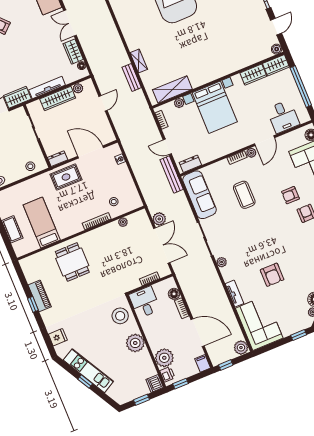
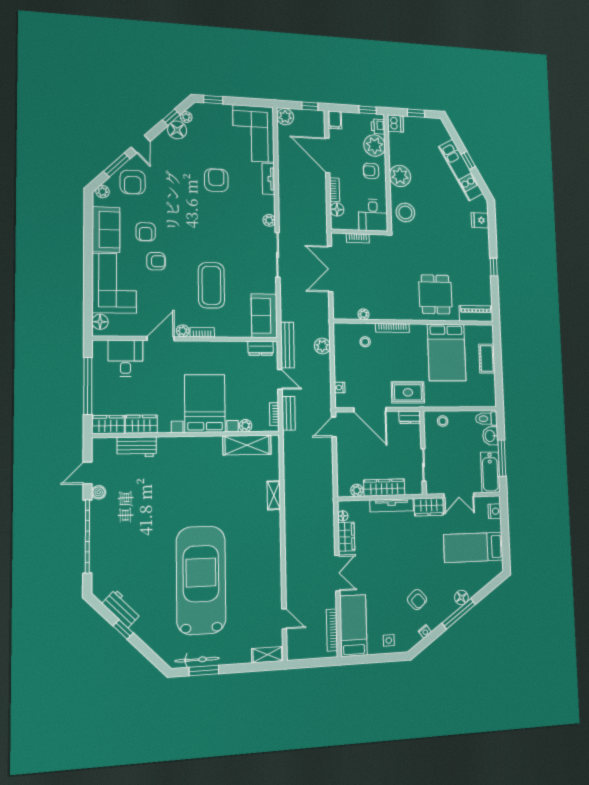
boiler: (277, 49) -> (99, 492), moved
workbench: (250, 57) -> (137, 447), added
bench: (132, 77) -> (289, 413), moved
door: (103, 103) -> (334, 427), moved
sofa: (199, 195) -> (264, 316), width x0.73
coffee table: (244, 195) -> (211, 285), width x1.36, depth x1.32
plant: (159, 219) -> (322, 346), moved
bed: (42, 222) -> (447, 352), width x1.50
piano: (40, 296) -> (476, 314), moved, turned 90
armchair: (159, 336) -> (371, 171), added

